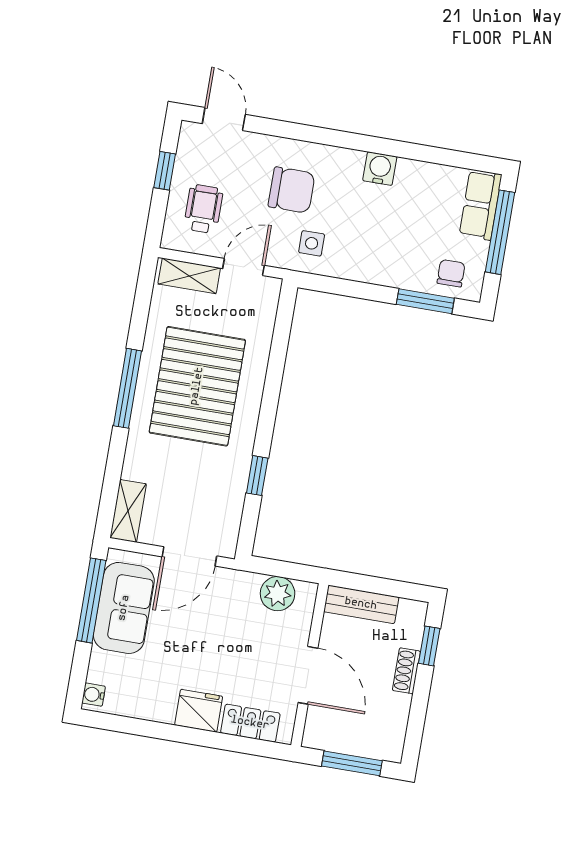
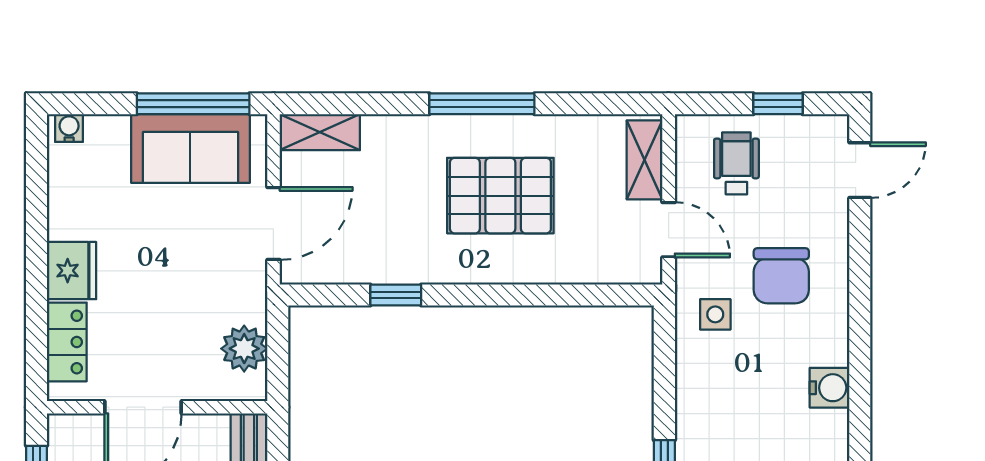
wheelchair: (203, 209) -> (736, 163), turned -90
pallet: (197, 386) -> (500, 196), width x0.73, depth x0.71
door: (189, 556) -> (273, 223), swing flipped

